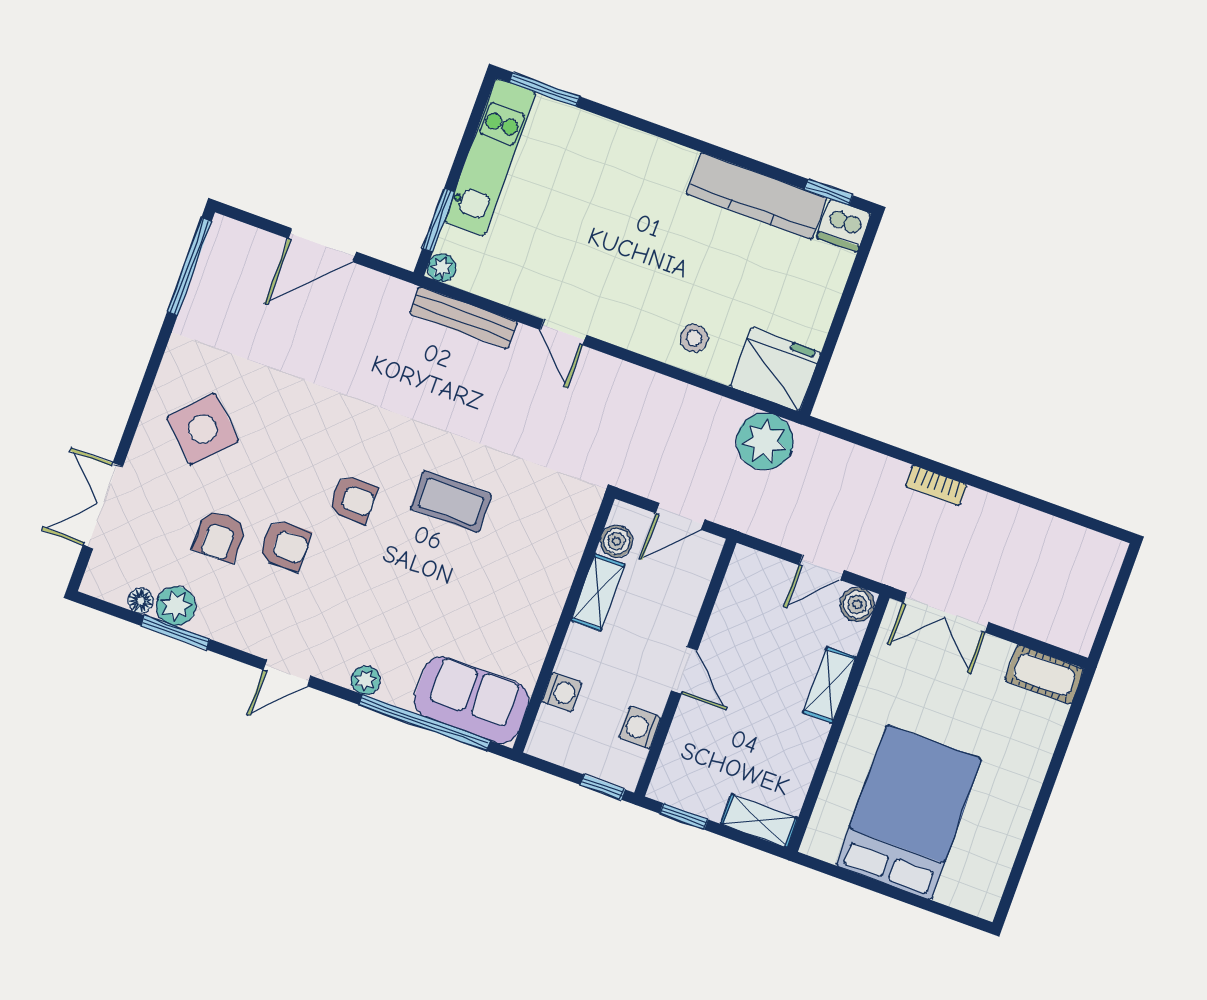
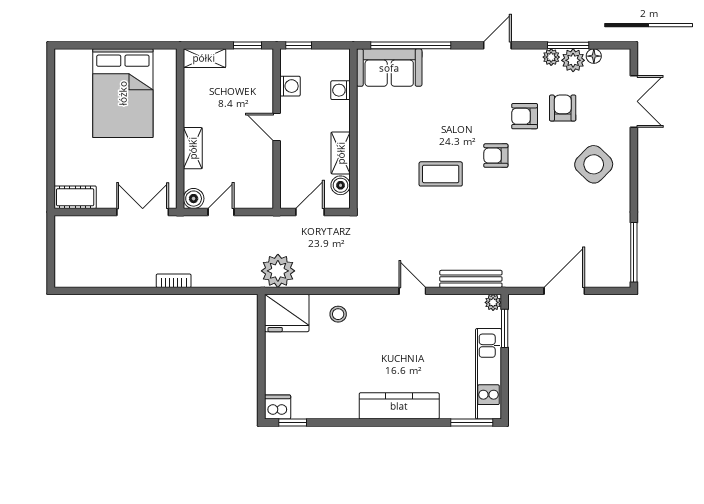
kitchen counter: (756, 196) -> (399, 406), moved
plant: (366, 680) -> (551, 57), moved

